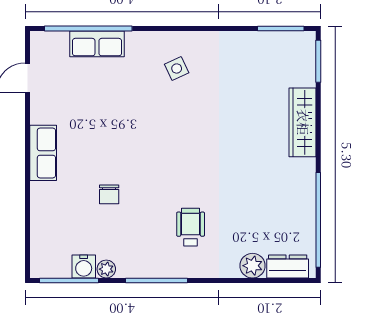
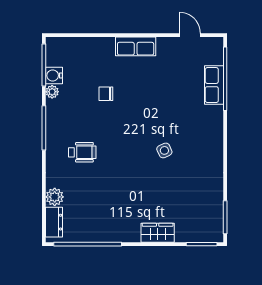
side table: (177, 69) -> (164, 150), moved
wardrobe: (303, 122) -> (158, 233), width x0.67

